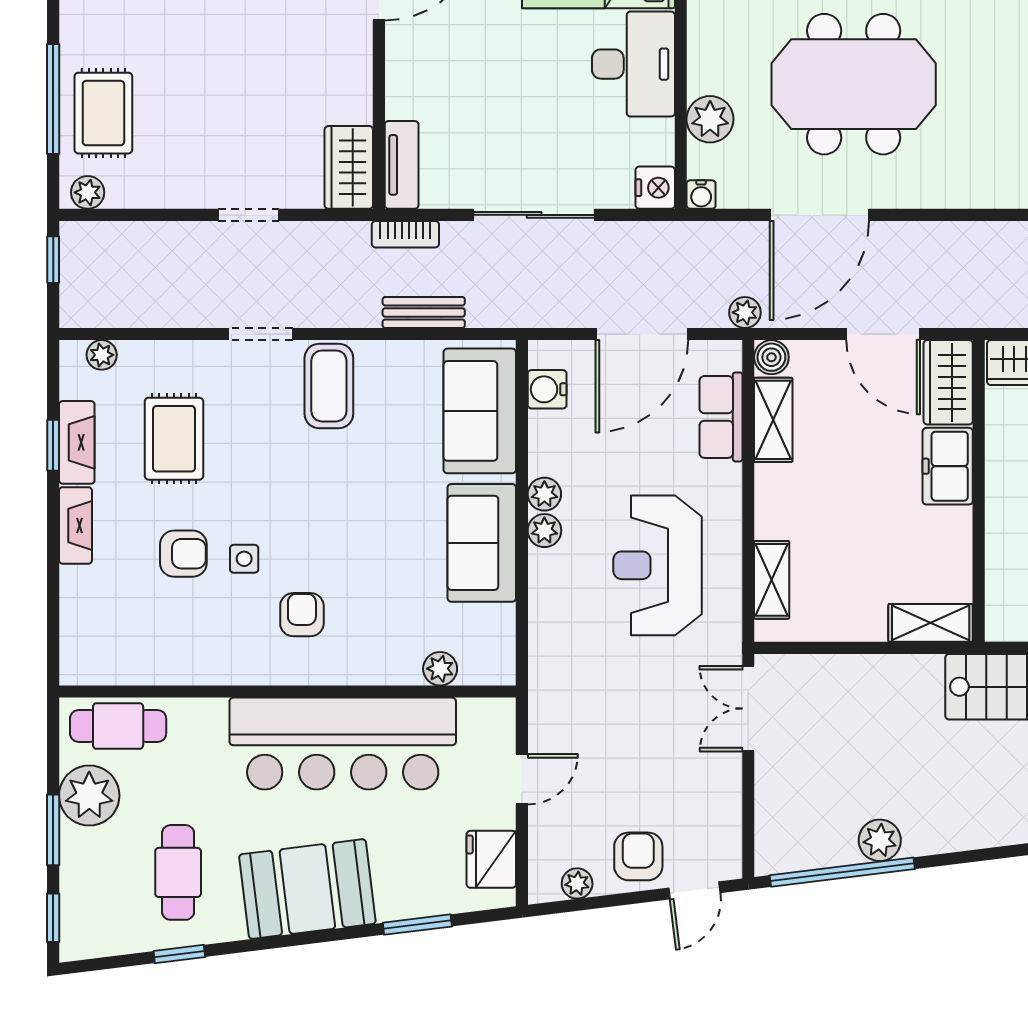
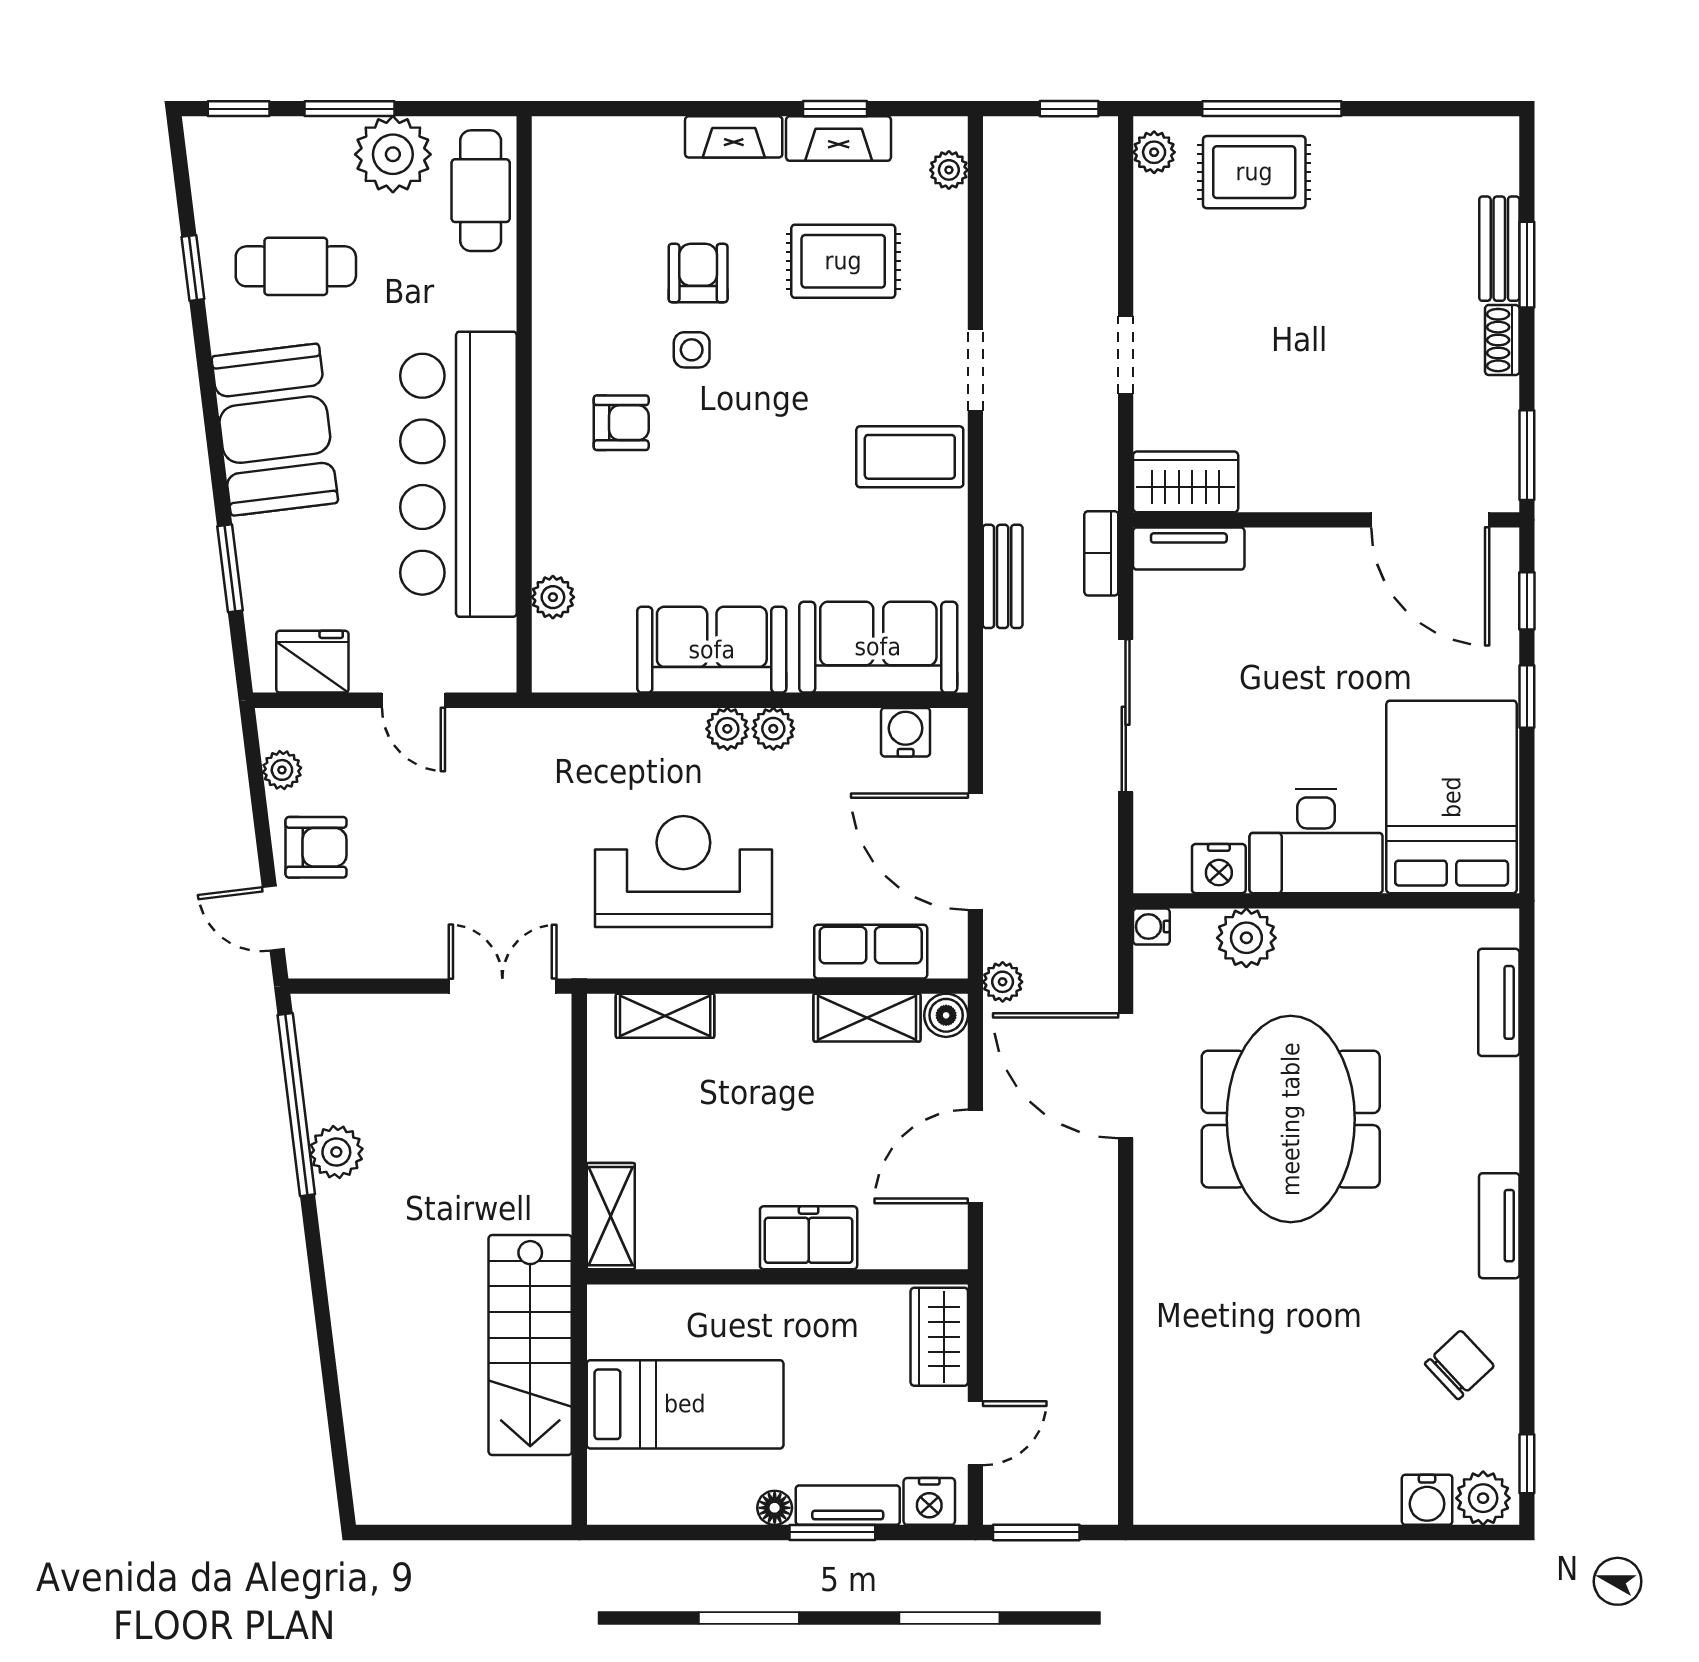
nightstand: (655, 188) -> (1219, 869), moved
wardrobe: (948, 382) -> (914, 1238), removed
armchair: (183, 554) -> (698, 273), turned 180

